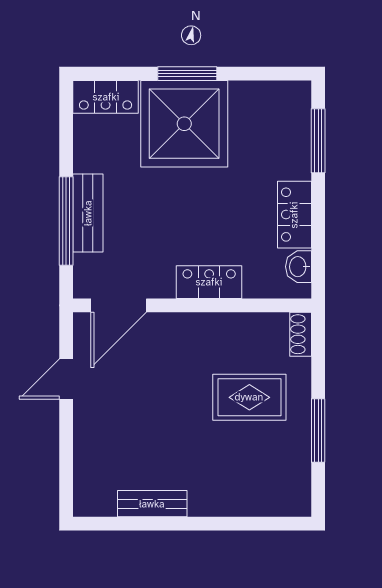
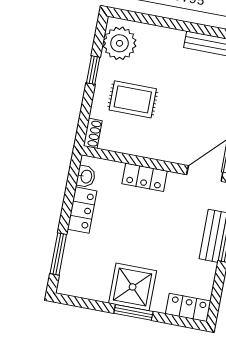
shower: (184, 124) -> (133, 287), width x0.73, depth x0.73
window: (318, 431) -> (93, 70), width x0.67
plant: (286, 479) -> (120, 43), added

